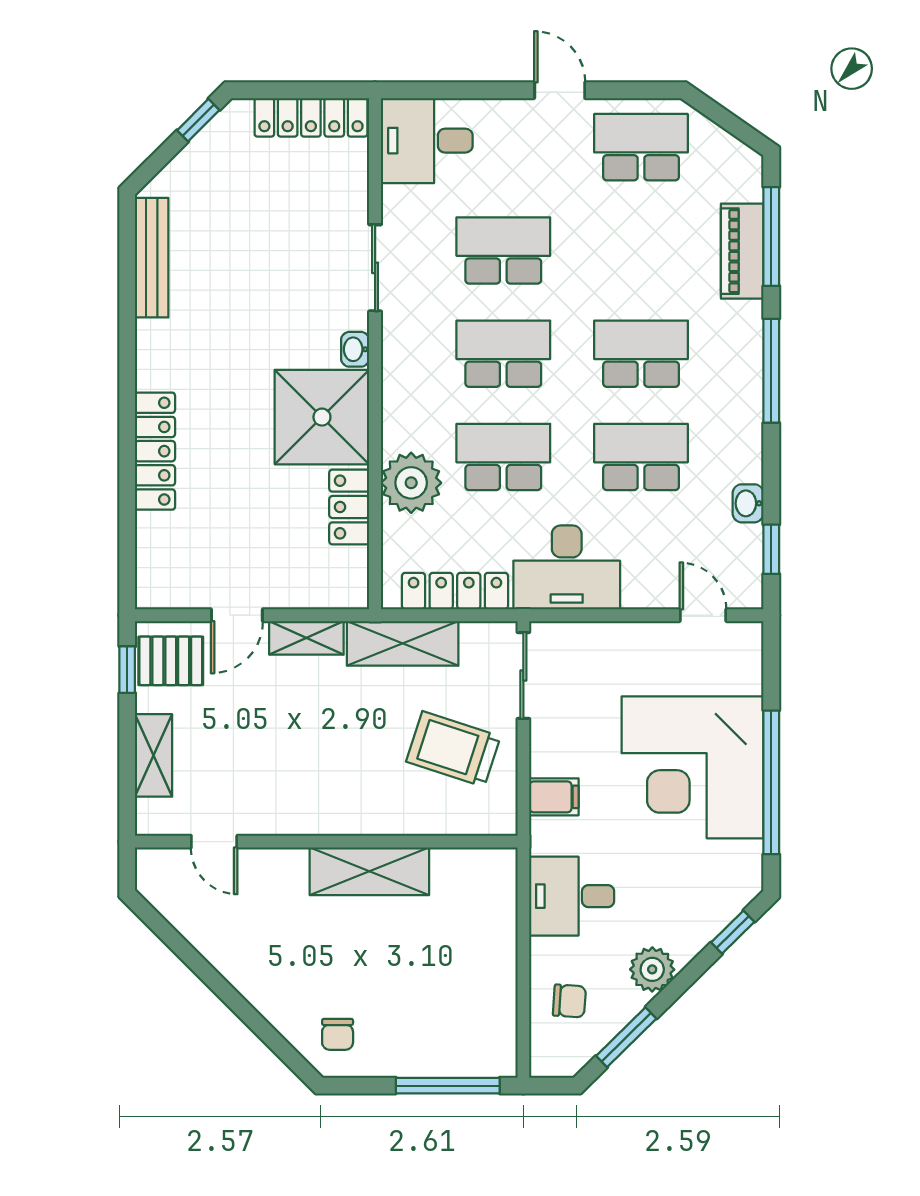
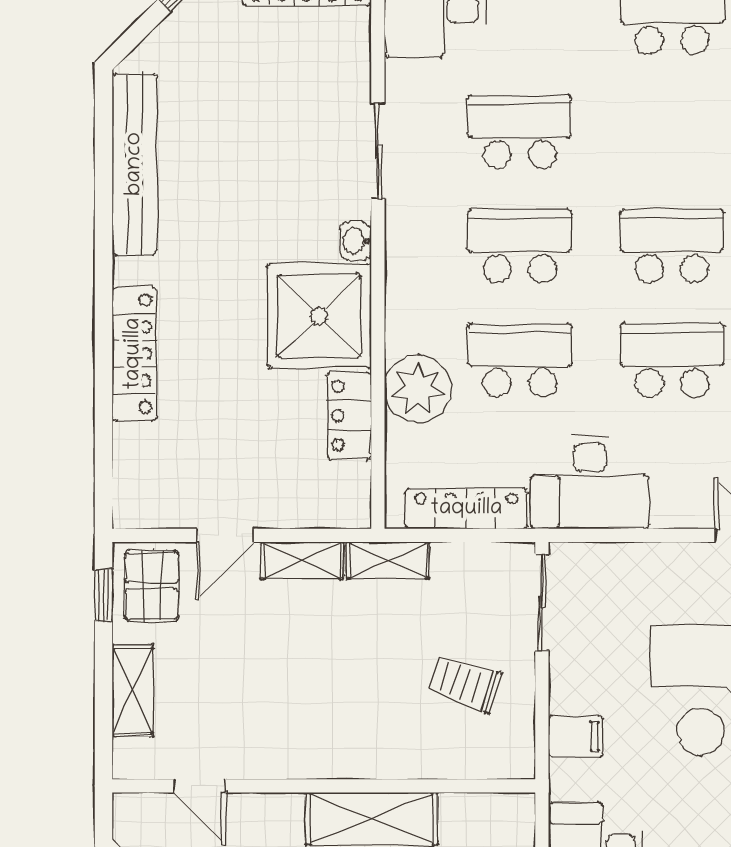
bench: (152, 258) -> (135, 164), width x1.37, depth x1.21
shelving: (403, 643) -> (388, 560), width x0.67, depth x0.75
pallet: (171, 661) -> (152, 586), turned 90
trolley: (453, 749) -> (464, 683), width x0.73, depth x0.72

